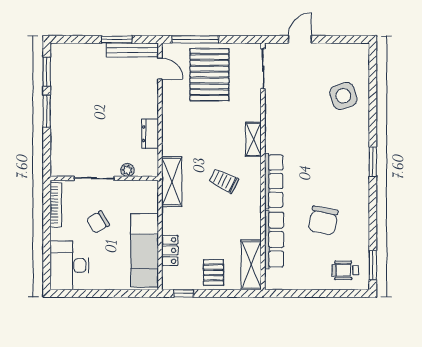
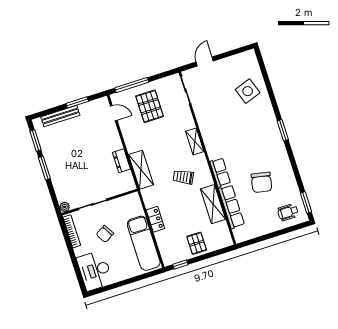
bench: (132, 50) -> (60, 116), moved
pallet: (209, 75) -> (150, 106), width x0.73, depth x0.71
plant: (127, 170) -> (65, 207), moved
row of seats: (274, 181) -> (220, 172), width x0.68
shelving: (172, 182) -> (141, 170), moved
locker: (170, 250) -> (155, 219), moved
shelving: (251, 265) -> (213, 204), moved

